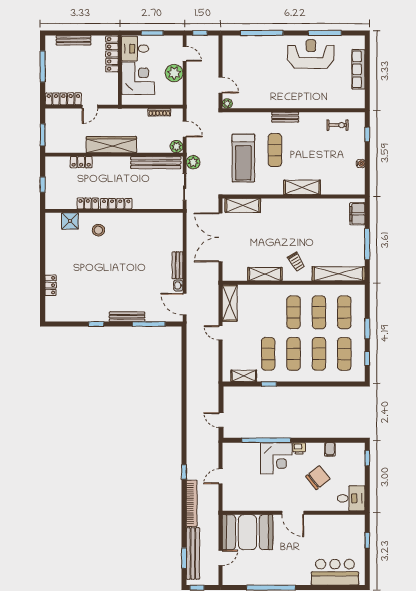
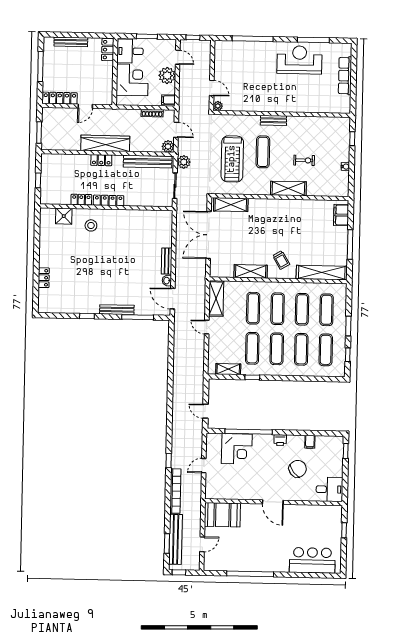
locker: (112, 54) -> (108, 50), width x0.66
filing cabinet: (176, 98) -> (168, 100), added
exercise bike: (338, 125) -> (304, 160), moved
locker: (81, 162) -> (101, 160), moved
exercise mat: (268, 312) -> (253, 308), added
corner desk: (276, 458) -> (237, 449), moved
booth: (247, 532) -> (222, 515), width x0.73, depth x0.70

